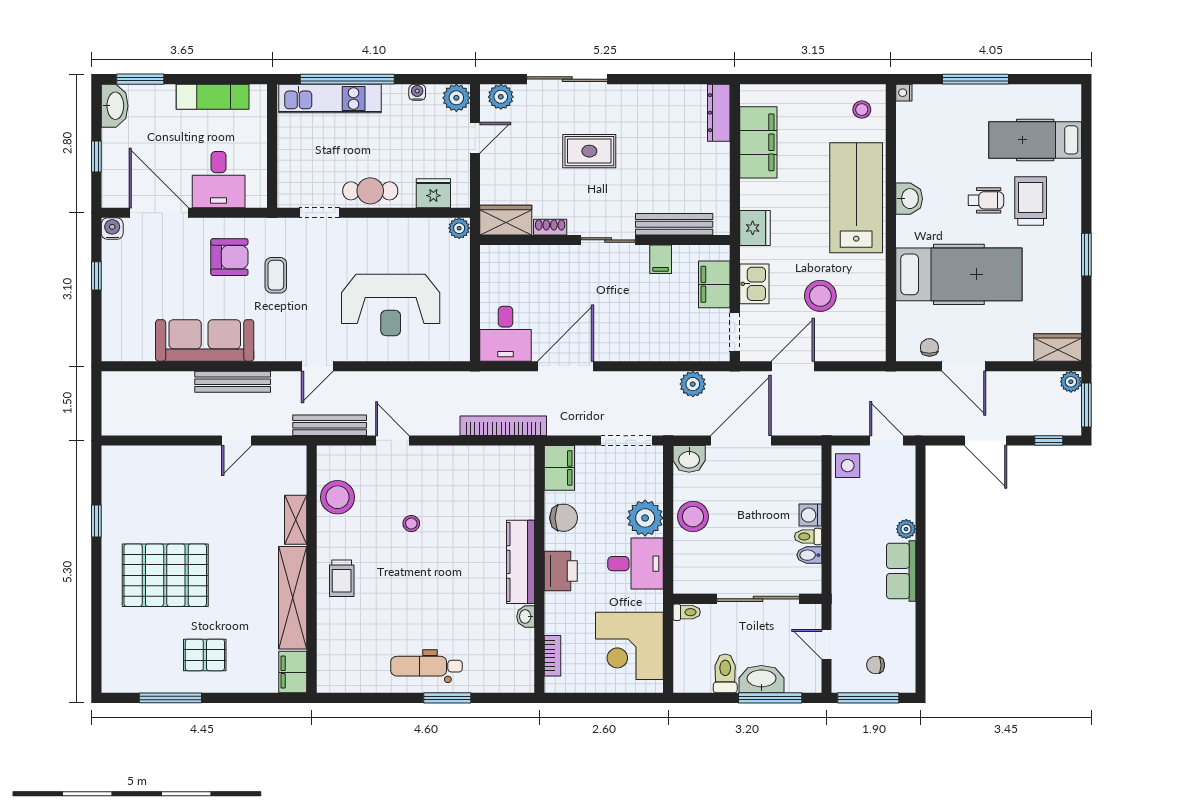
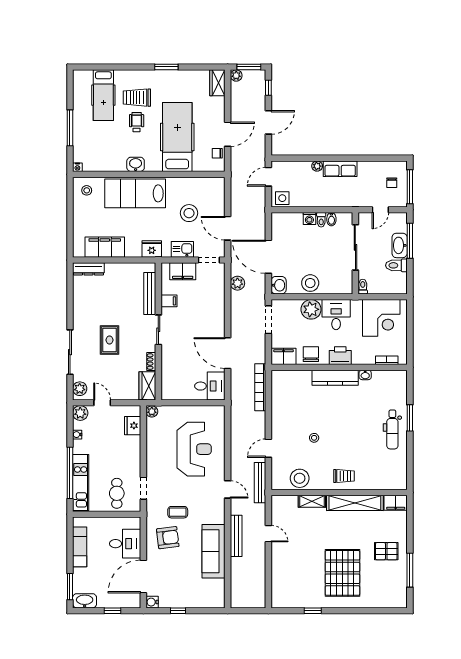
cafe table: (370, 191) -> (117, 493), moved
armchair: (229, 257) -> (168, 538), turned 83
pallet: (205, 655) -> (386, 551), turned 90

